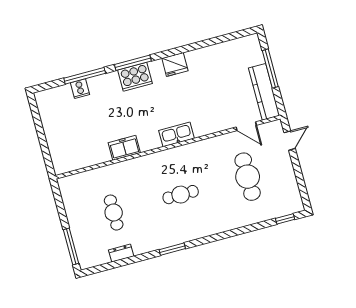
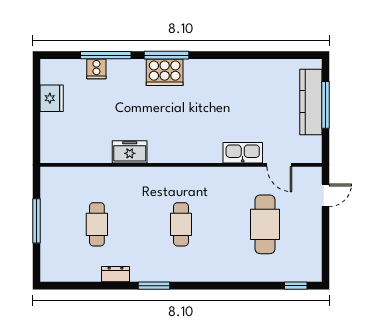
fridge: (175, 64) -> (52, 98), moved, turned -90
kitchen counter: (264, 92) -> (311, 102), moved
kitchen sink: (176, 134) -> (243, 153), moved
cafe table: (181, 195) -> (181, 224), turned 90
window: (71, 246) -> (36, 221), moved
dresser: (121, 253) -> (115, 274), moved

